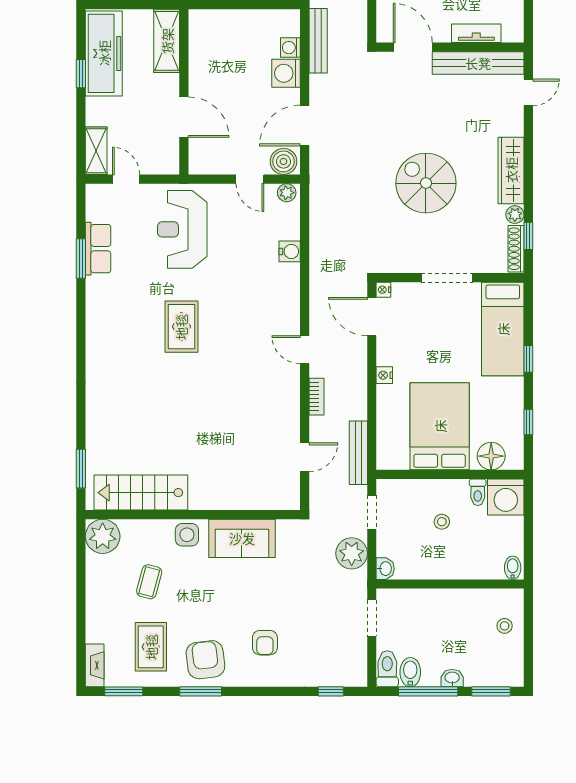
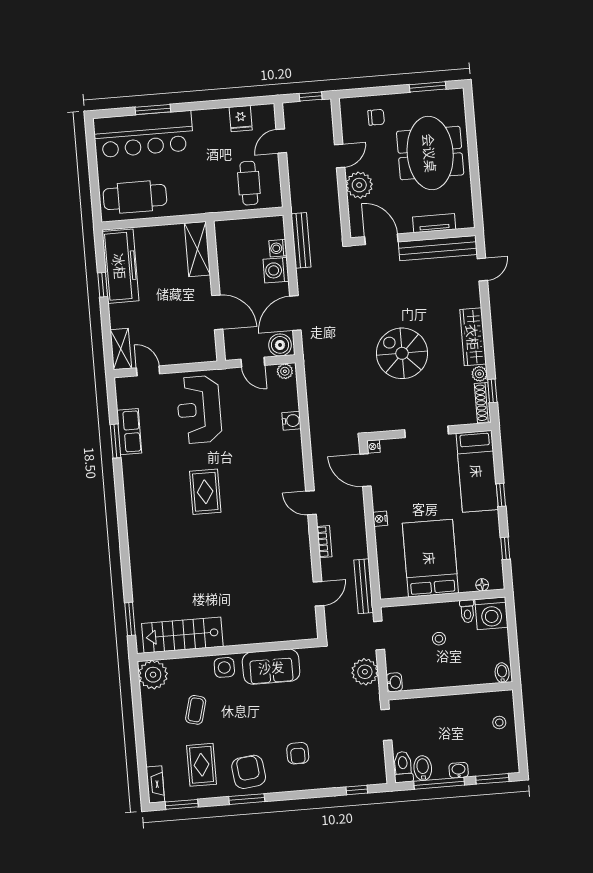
shelving: (167, 41) -> (197, 249), moved
wall: (184, 92) -> (215, 291), moved
door: (184, 117) -> (217, 312), moved
floor lamp: (491, 456) -> (482, 585), width x0.53, depth x0.53

